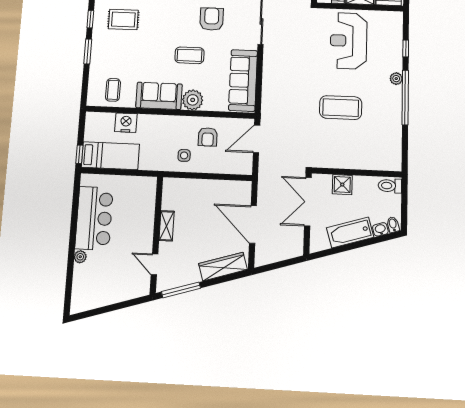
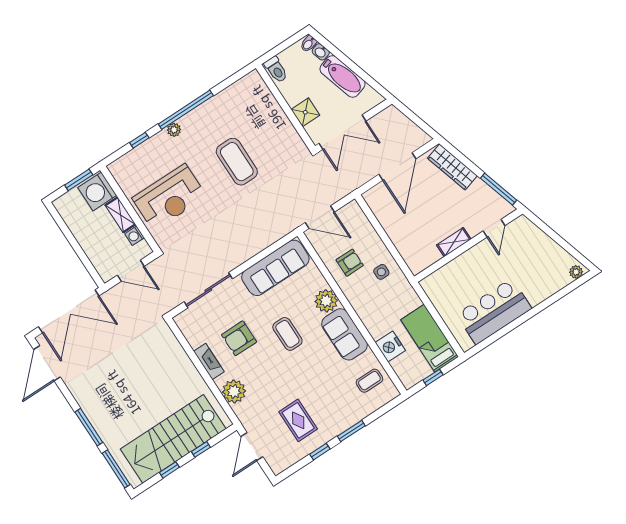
window: (79, 154) -> (433, 377), moved
plant: (80, 257) -> (576, 272), moved

